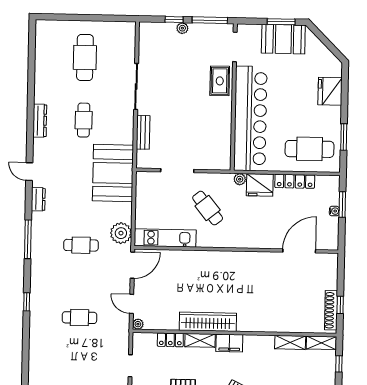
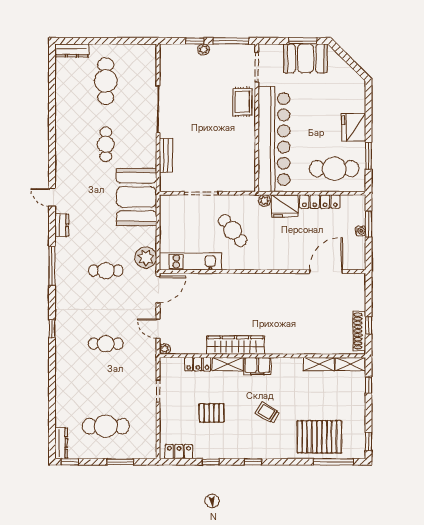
fridge: (330, 91) -> (354, 127), moved
dresser: (40, 121) -> (72, 50), moved, turned 90

